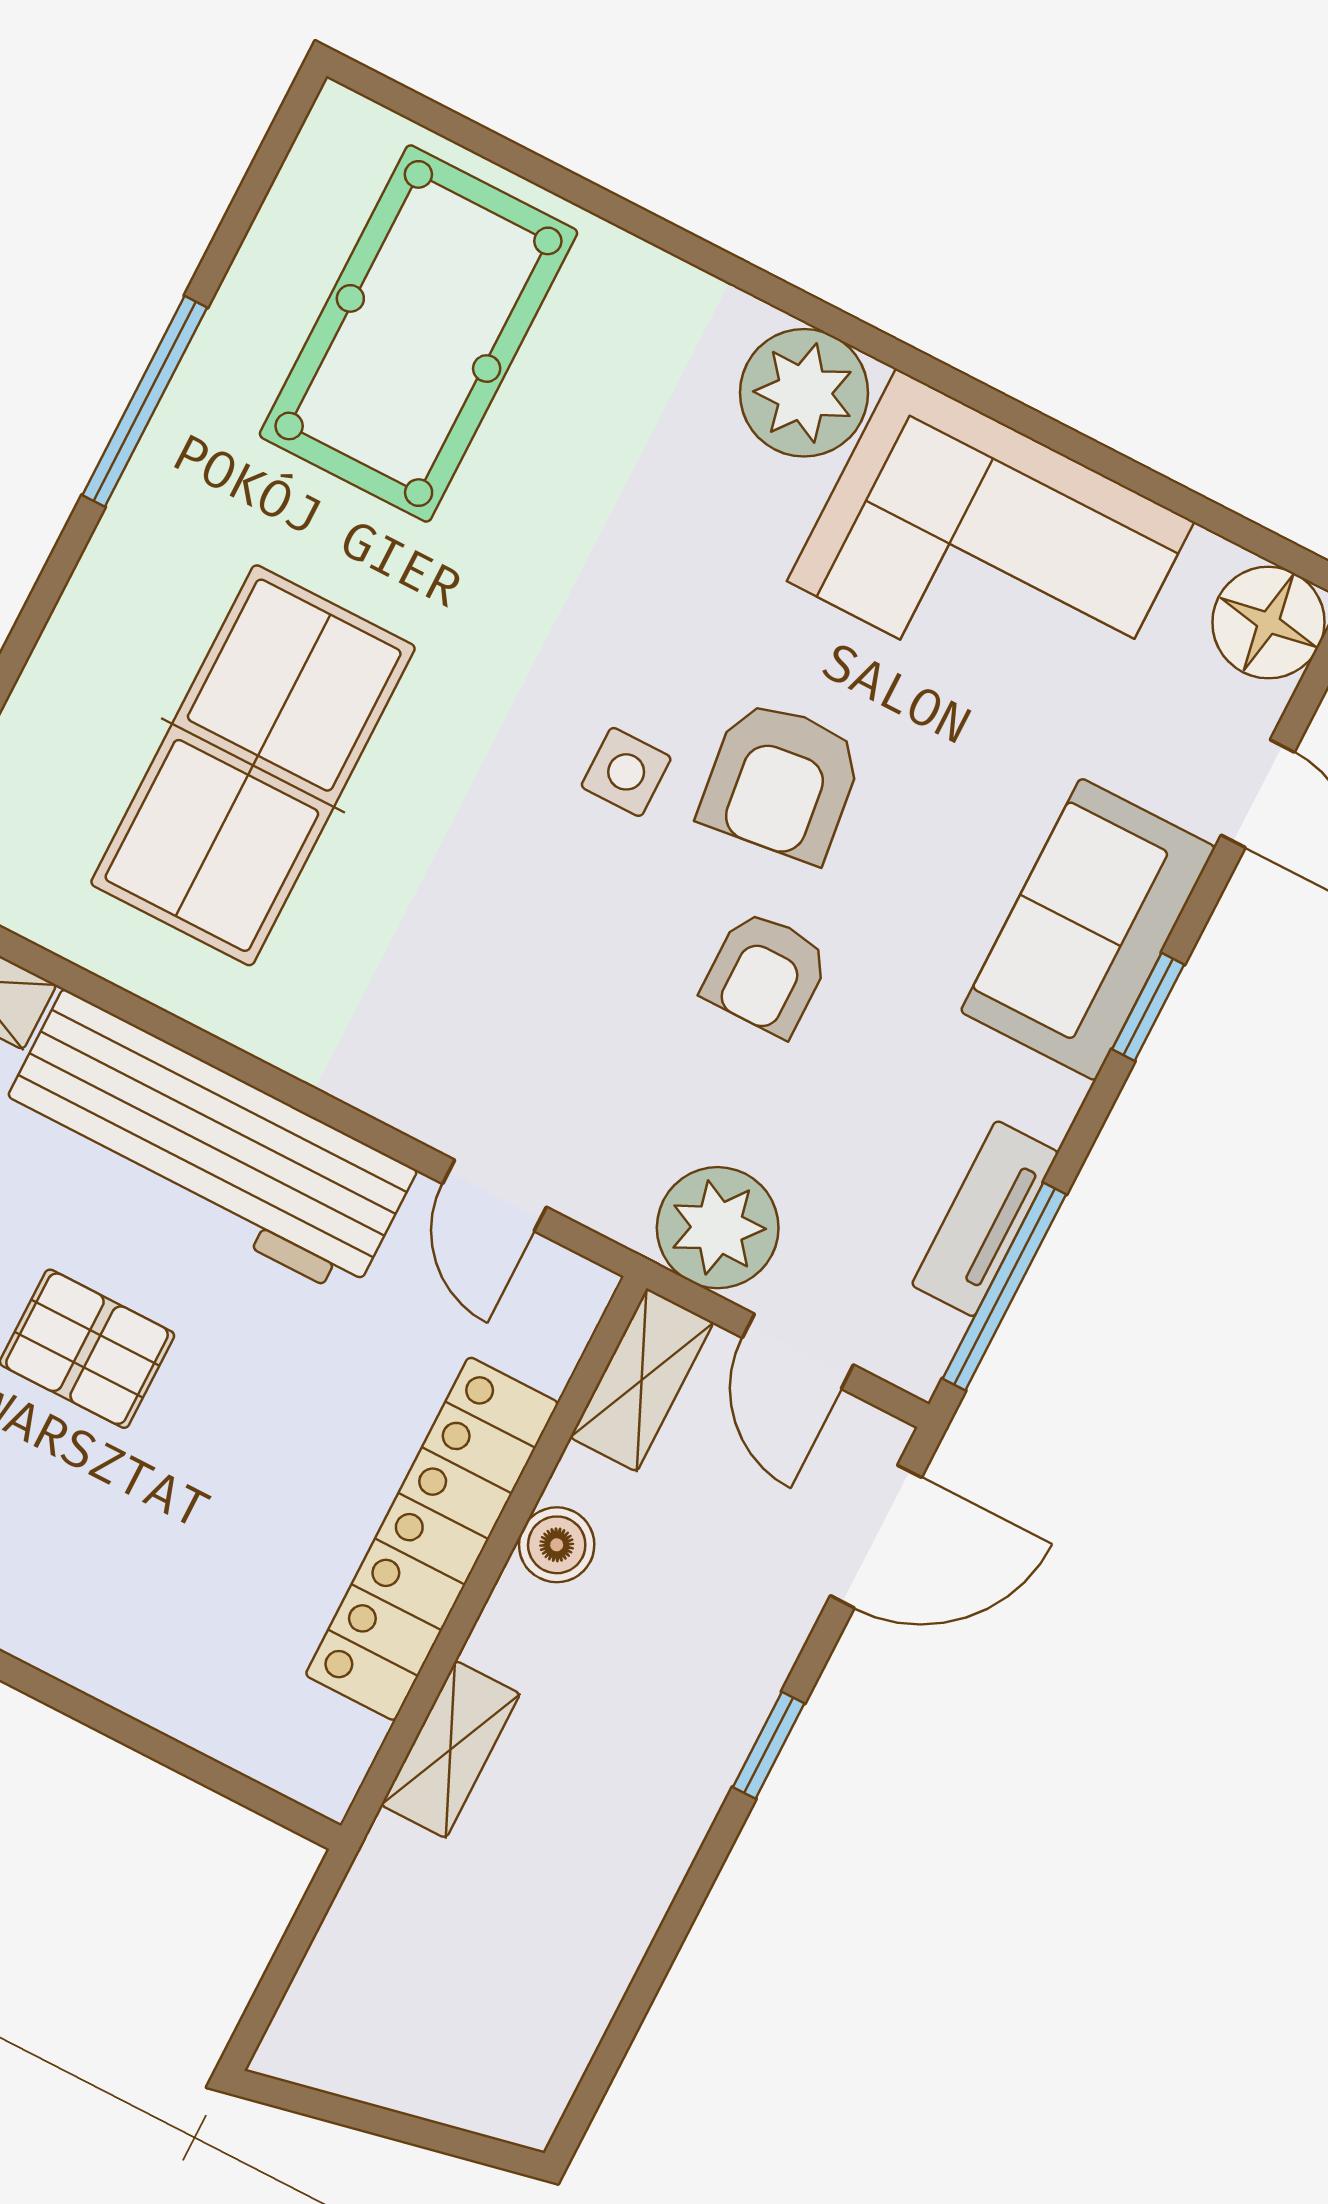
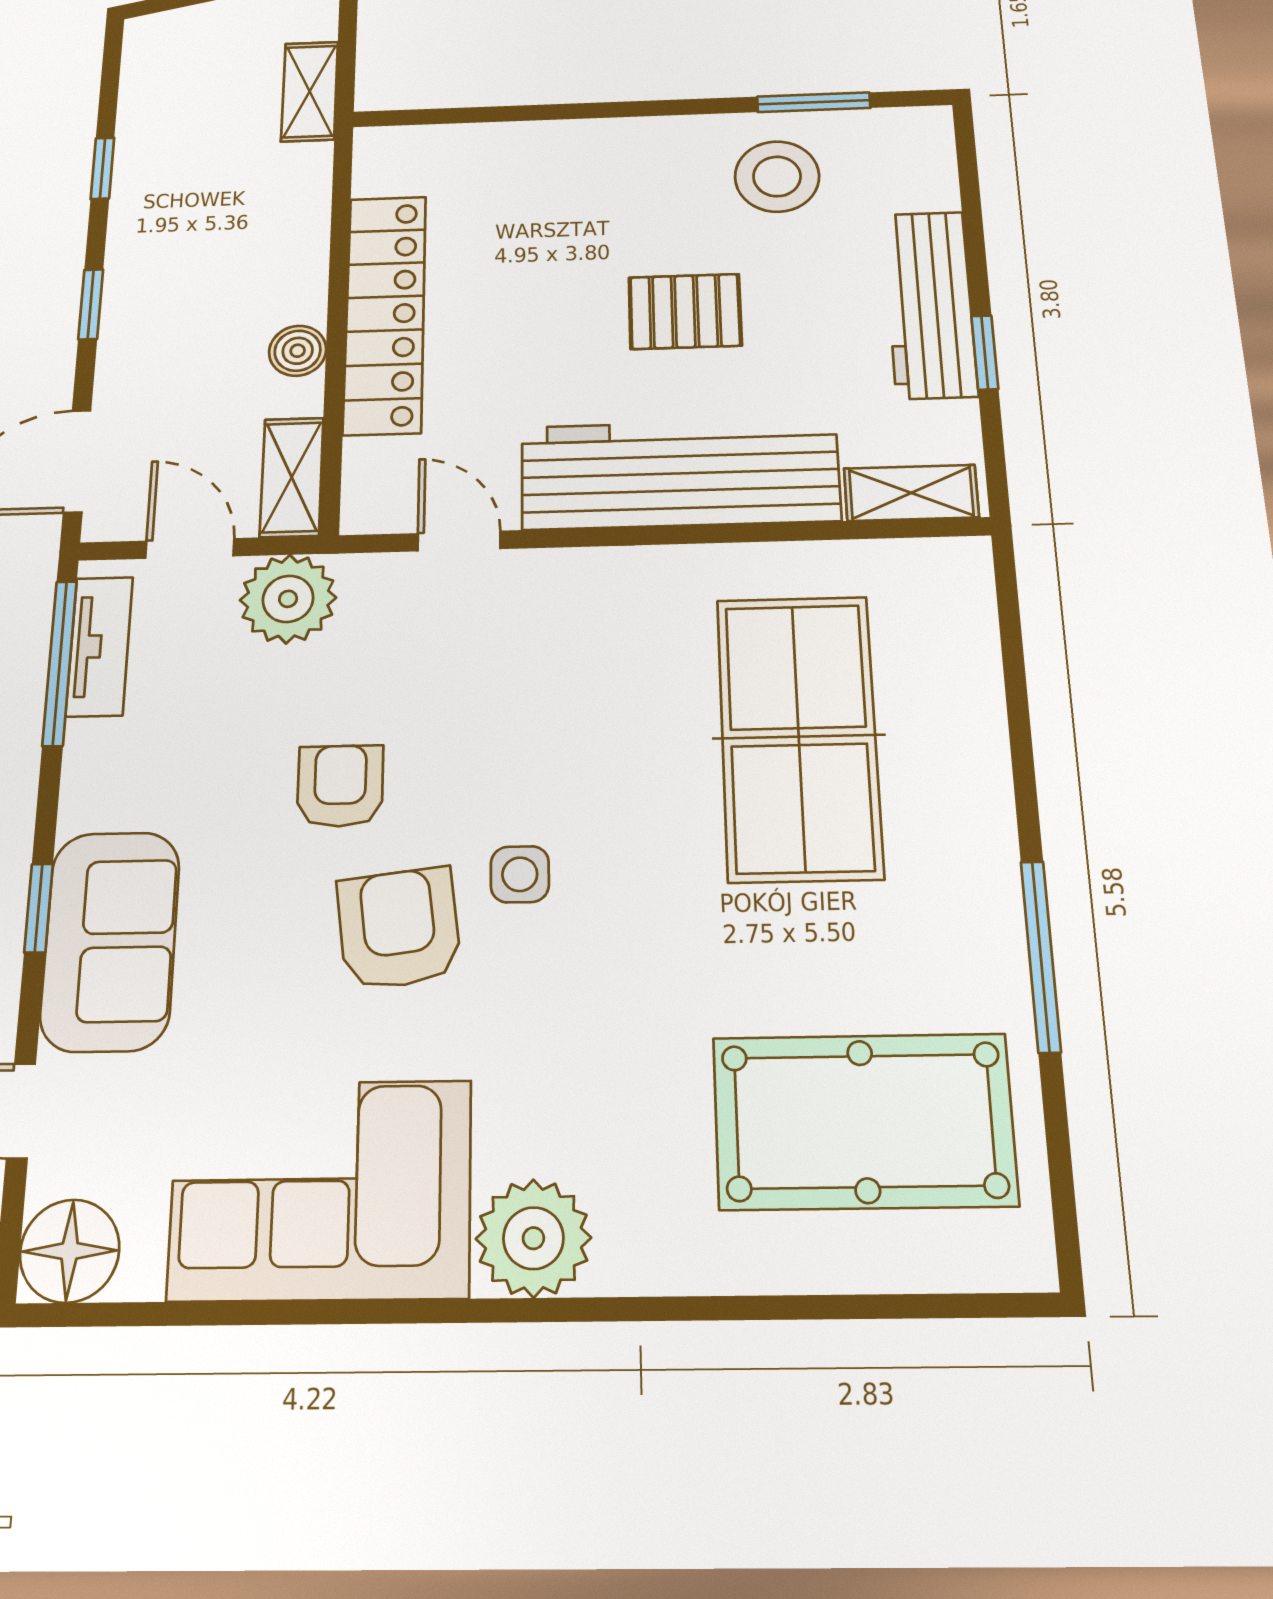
pool table: (418, 333) -> (864, 1121), turned 90
tv unit: (985, 1219) -> (99, 646), moved
shelving: (451, 1749) -> (310, 91), moved
window: (670, 1937) -> (102, 168), added

